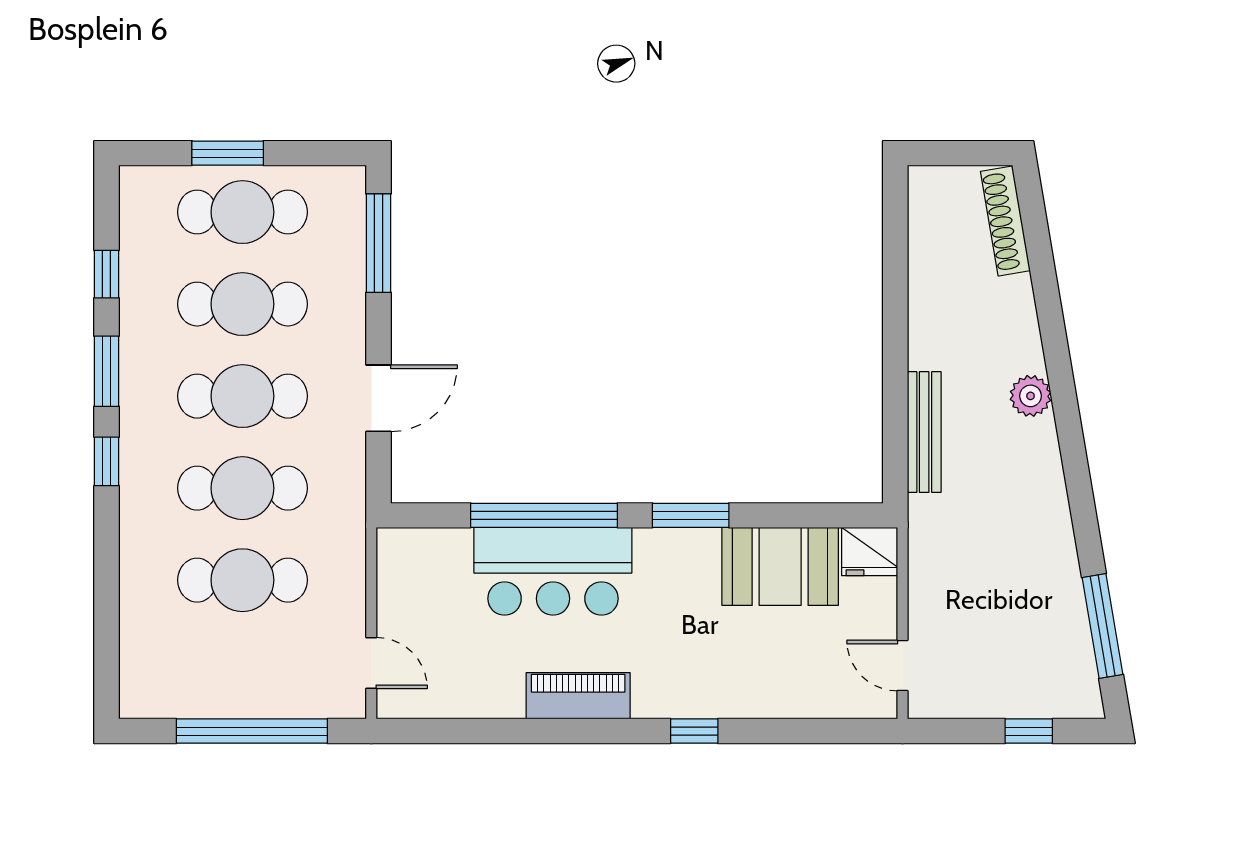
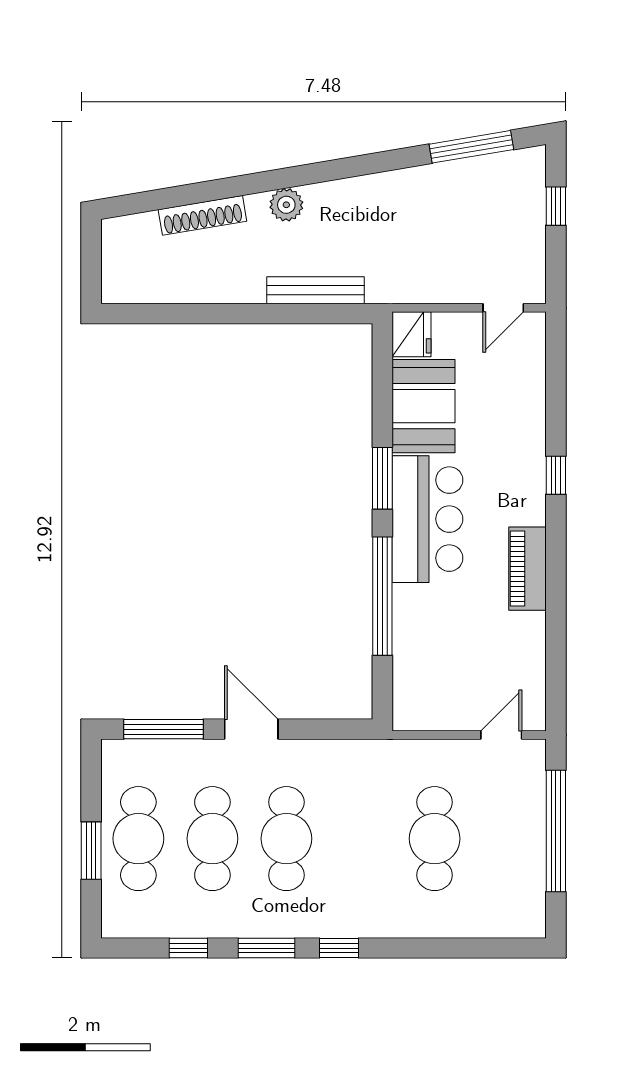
shoe rack: (1005, 221) -> (202, 215), moved
door: (378, 398) -> (251, 729), moved
cafe table: (242, 488) -> (360, 839), removed
bar counter: (553, 571) -> (427, 519), moved

